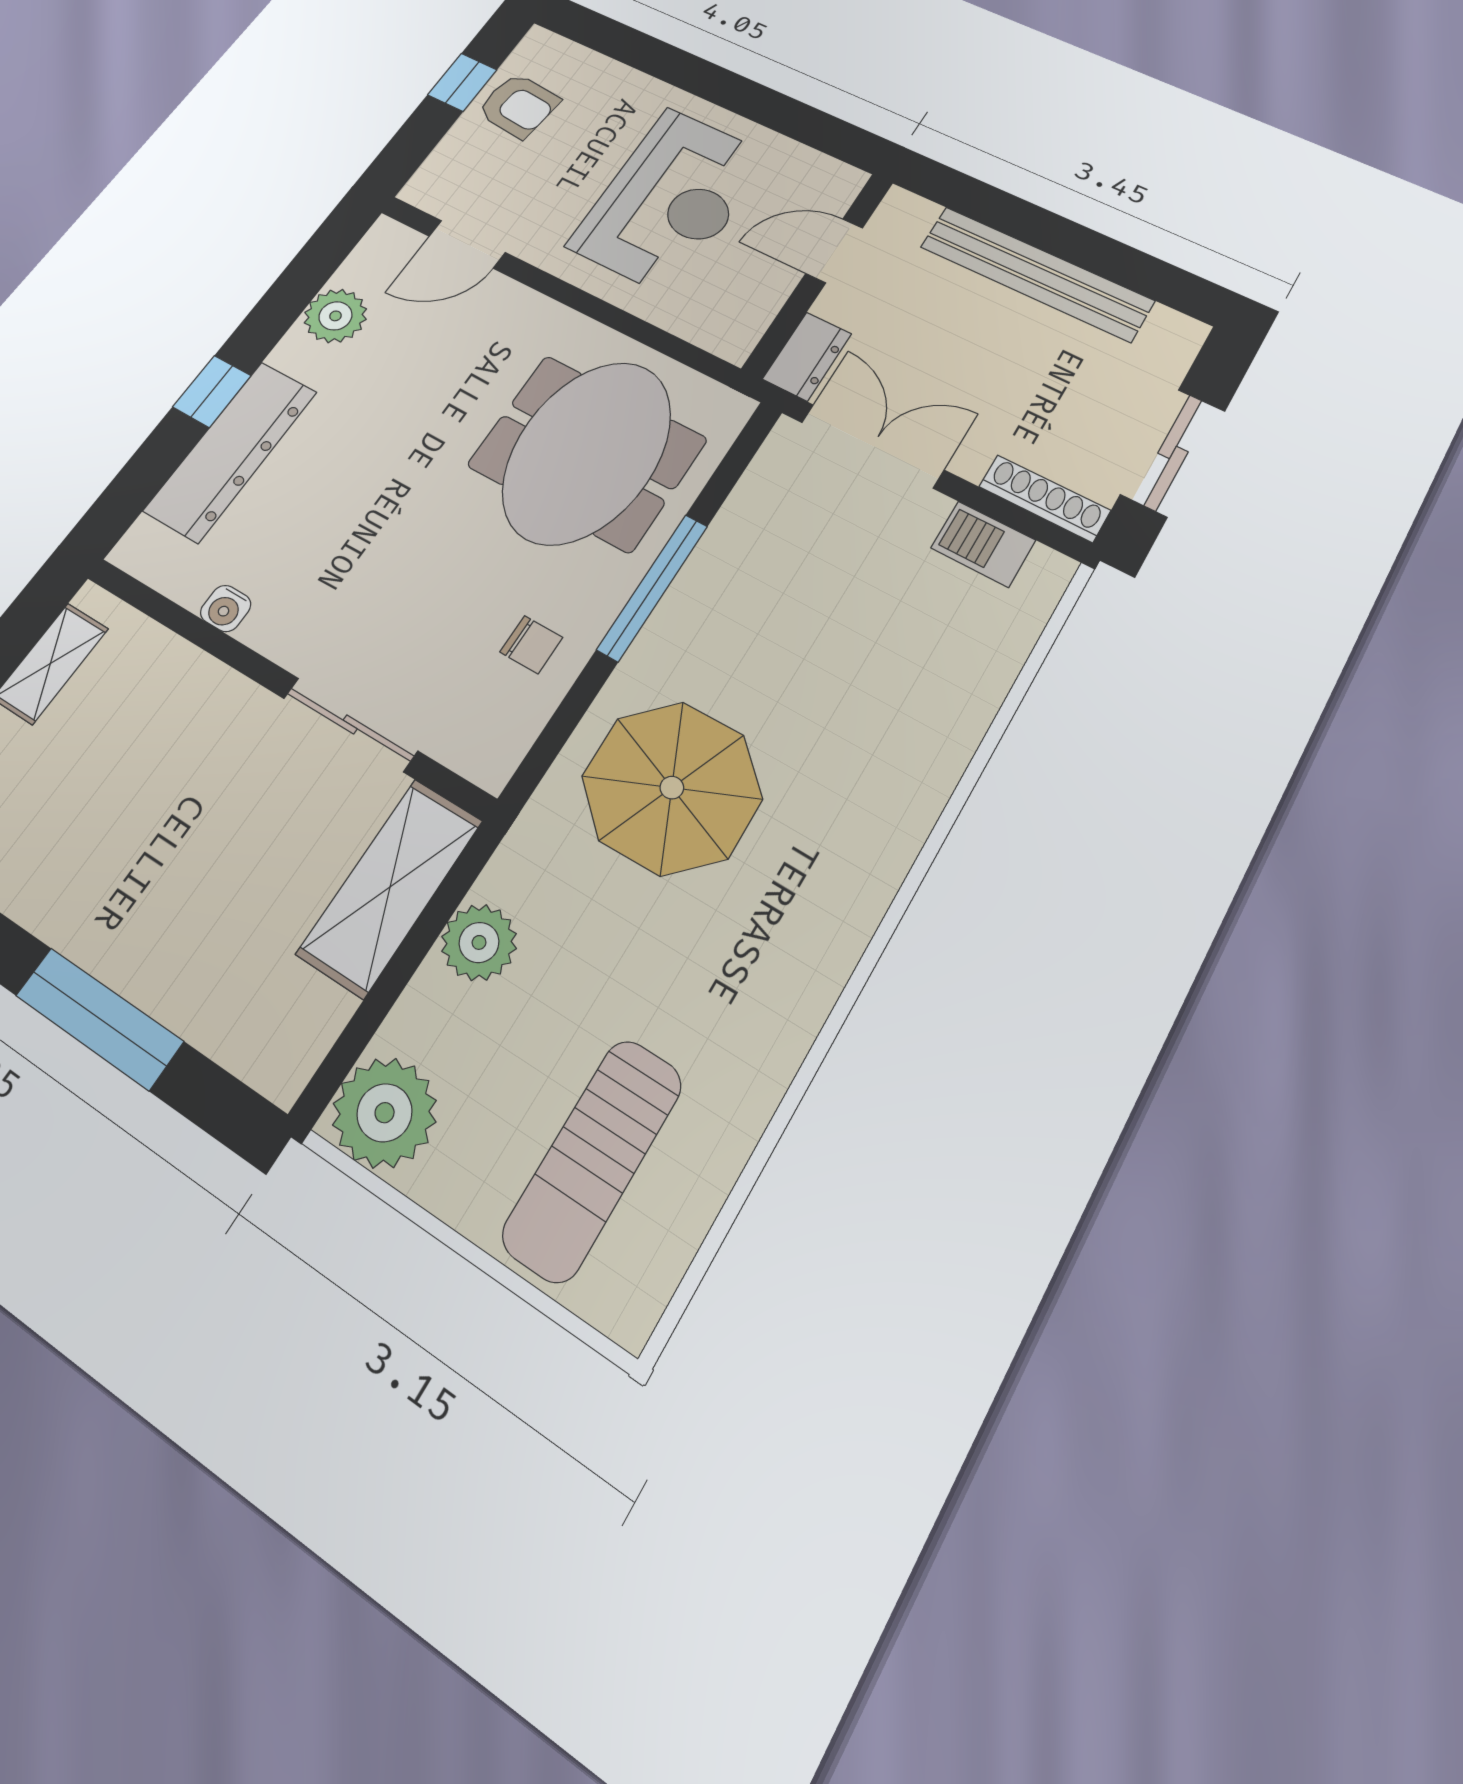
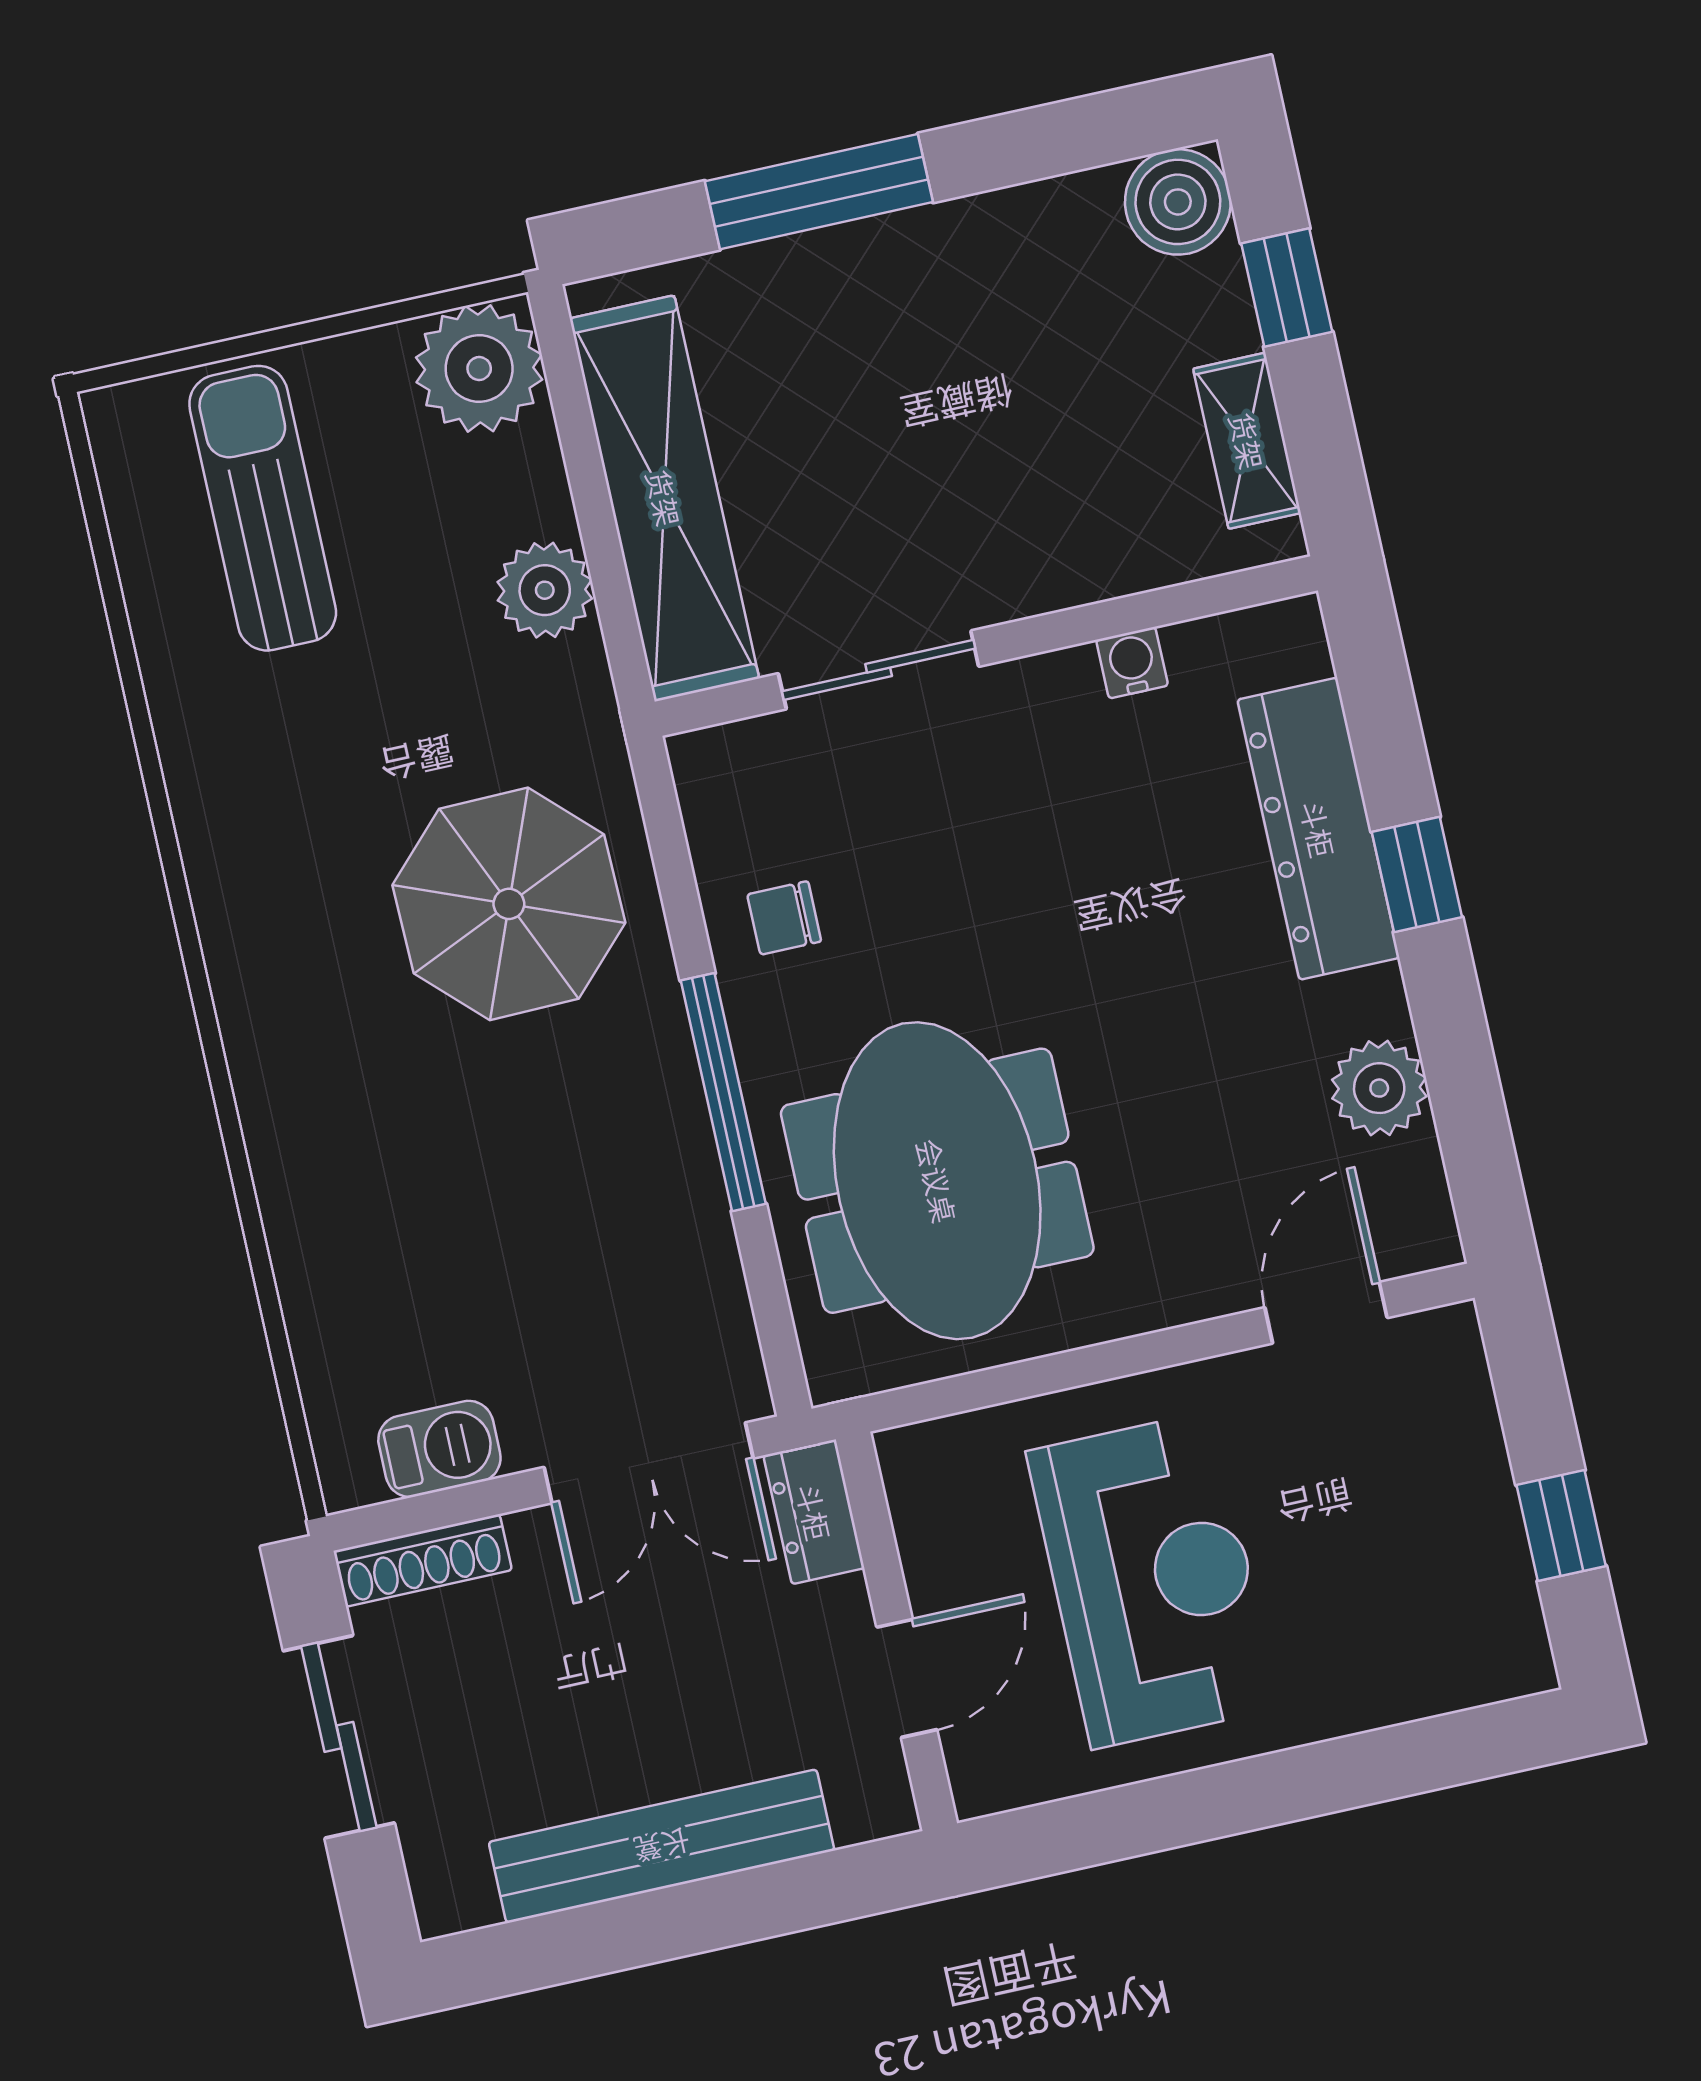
armchair: (518, 106) -> (1459, 1553), removed
reception desk: (670, 201) -> (1152, 1580), turned 180
shelving: (390, 887) -> (664, 498), width x1.47

